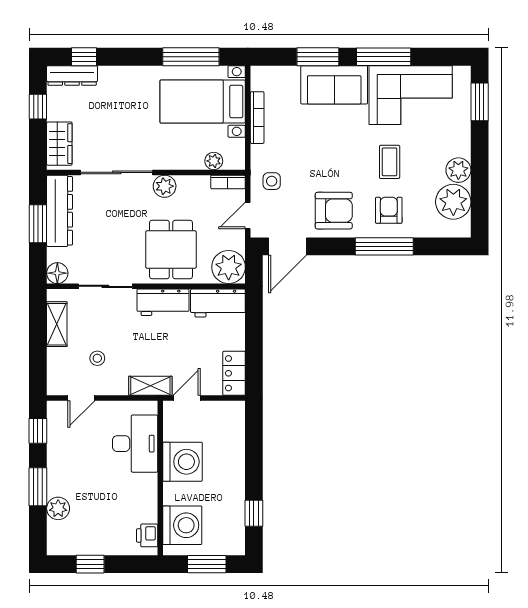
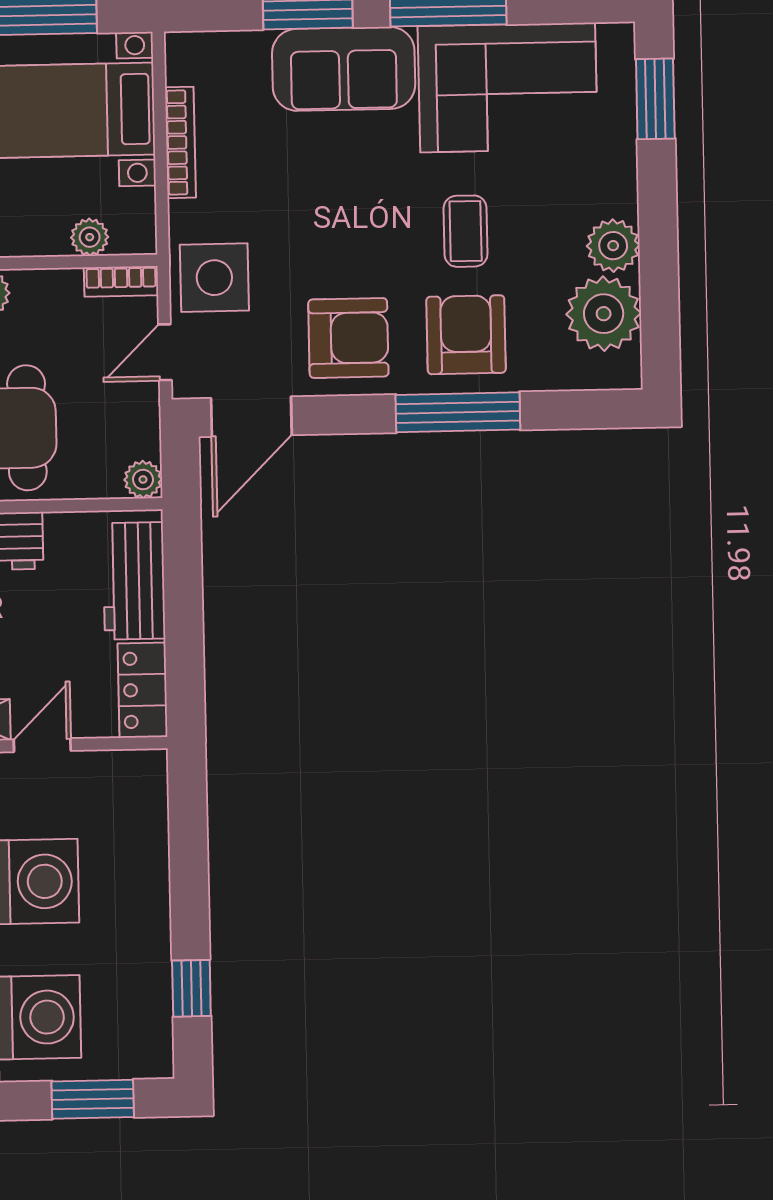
side table: (272, 181) -> (214, 278), width x1.87, depth x1.87
armchair: (389, 210) -> (466, 335), width x1.38, depth x1.38
plant: (229, 267) -> (143, 480), width x0.53, depth x0.53
workbench: (218, 303) -> (134, 581), moved, turned 90

